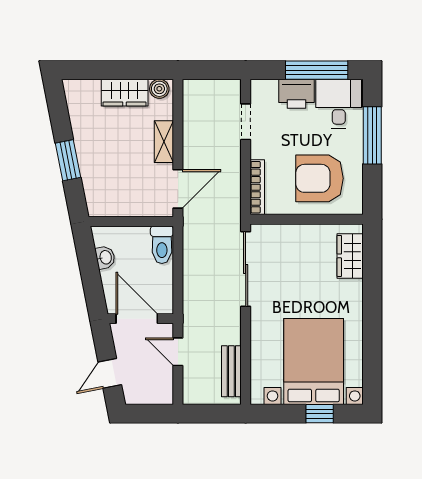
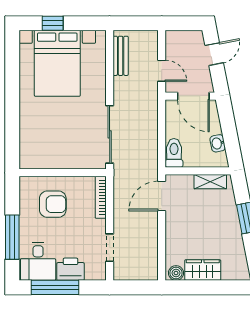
shelving: (164, 142) -> (210, 182), moved, turned 90
armchair: (320, 178) -> (53, 204), width x0.73, depth x0.73
wardrobe: (350, 256) -> (29, 144), removed

